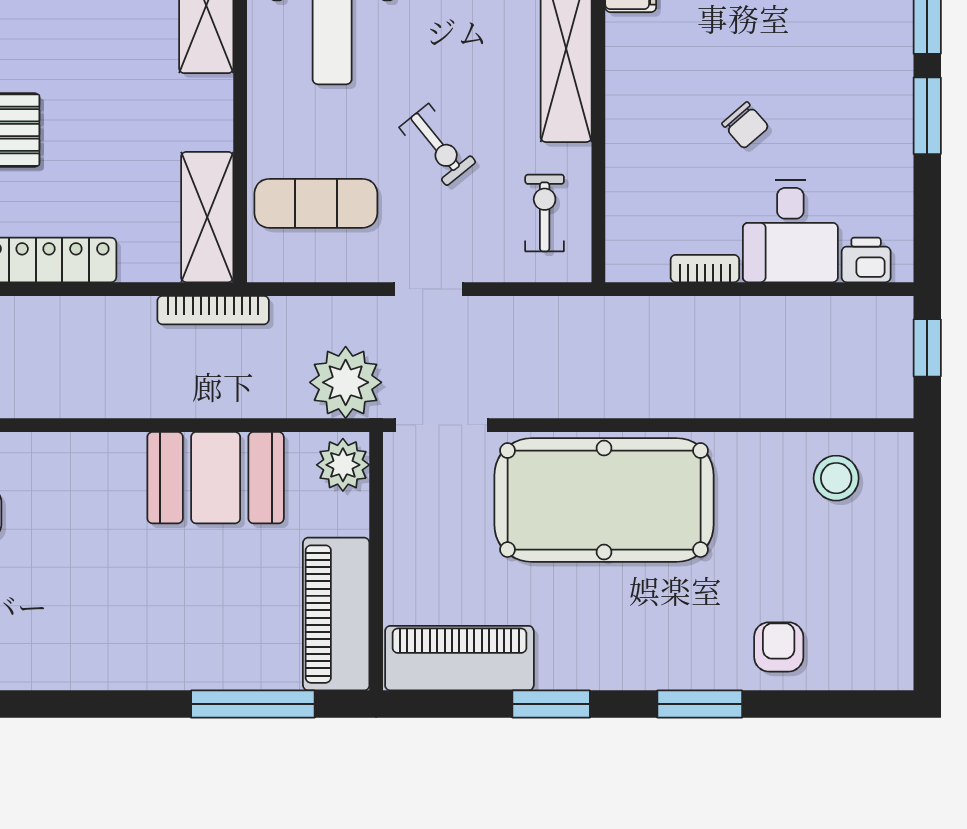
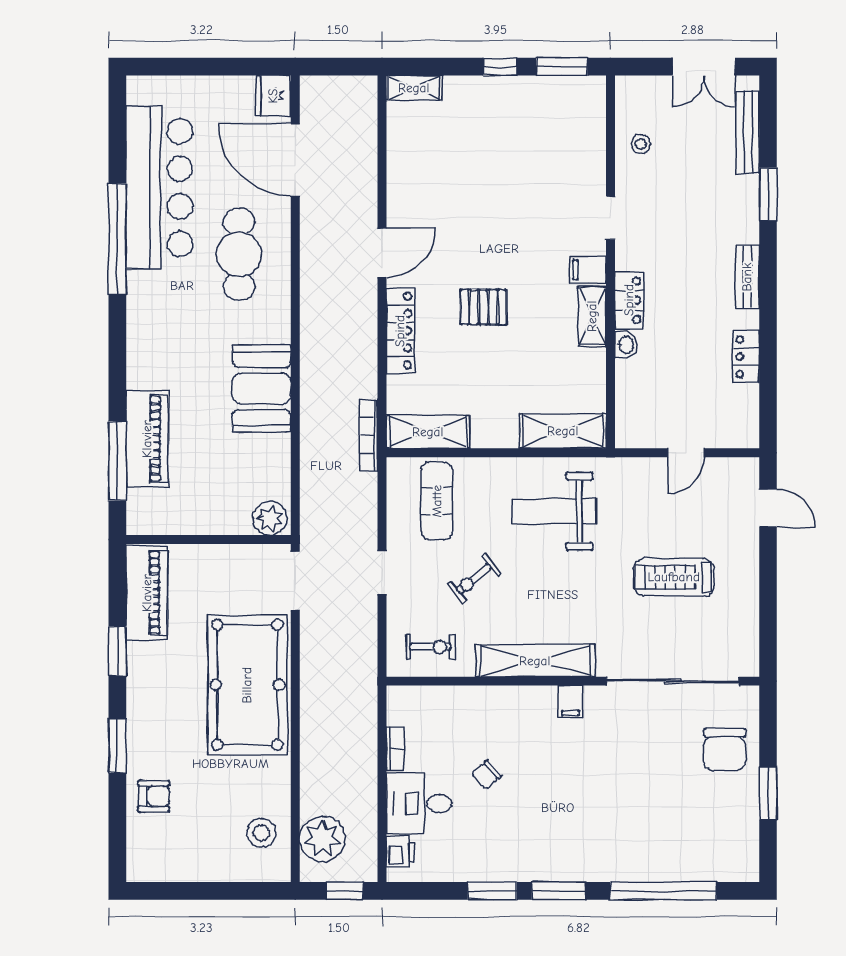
plant: (346, 382) -> (322, 839), moved
booth: (216, 478) -> (262, 389), moved
piano: (336, 614) -> (147, 439), moved, turned 90

